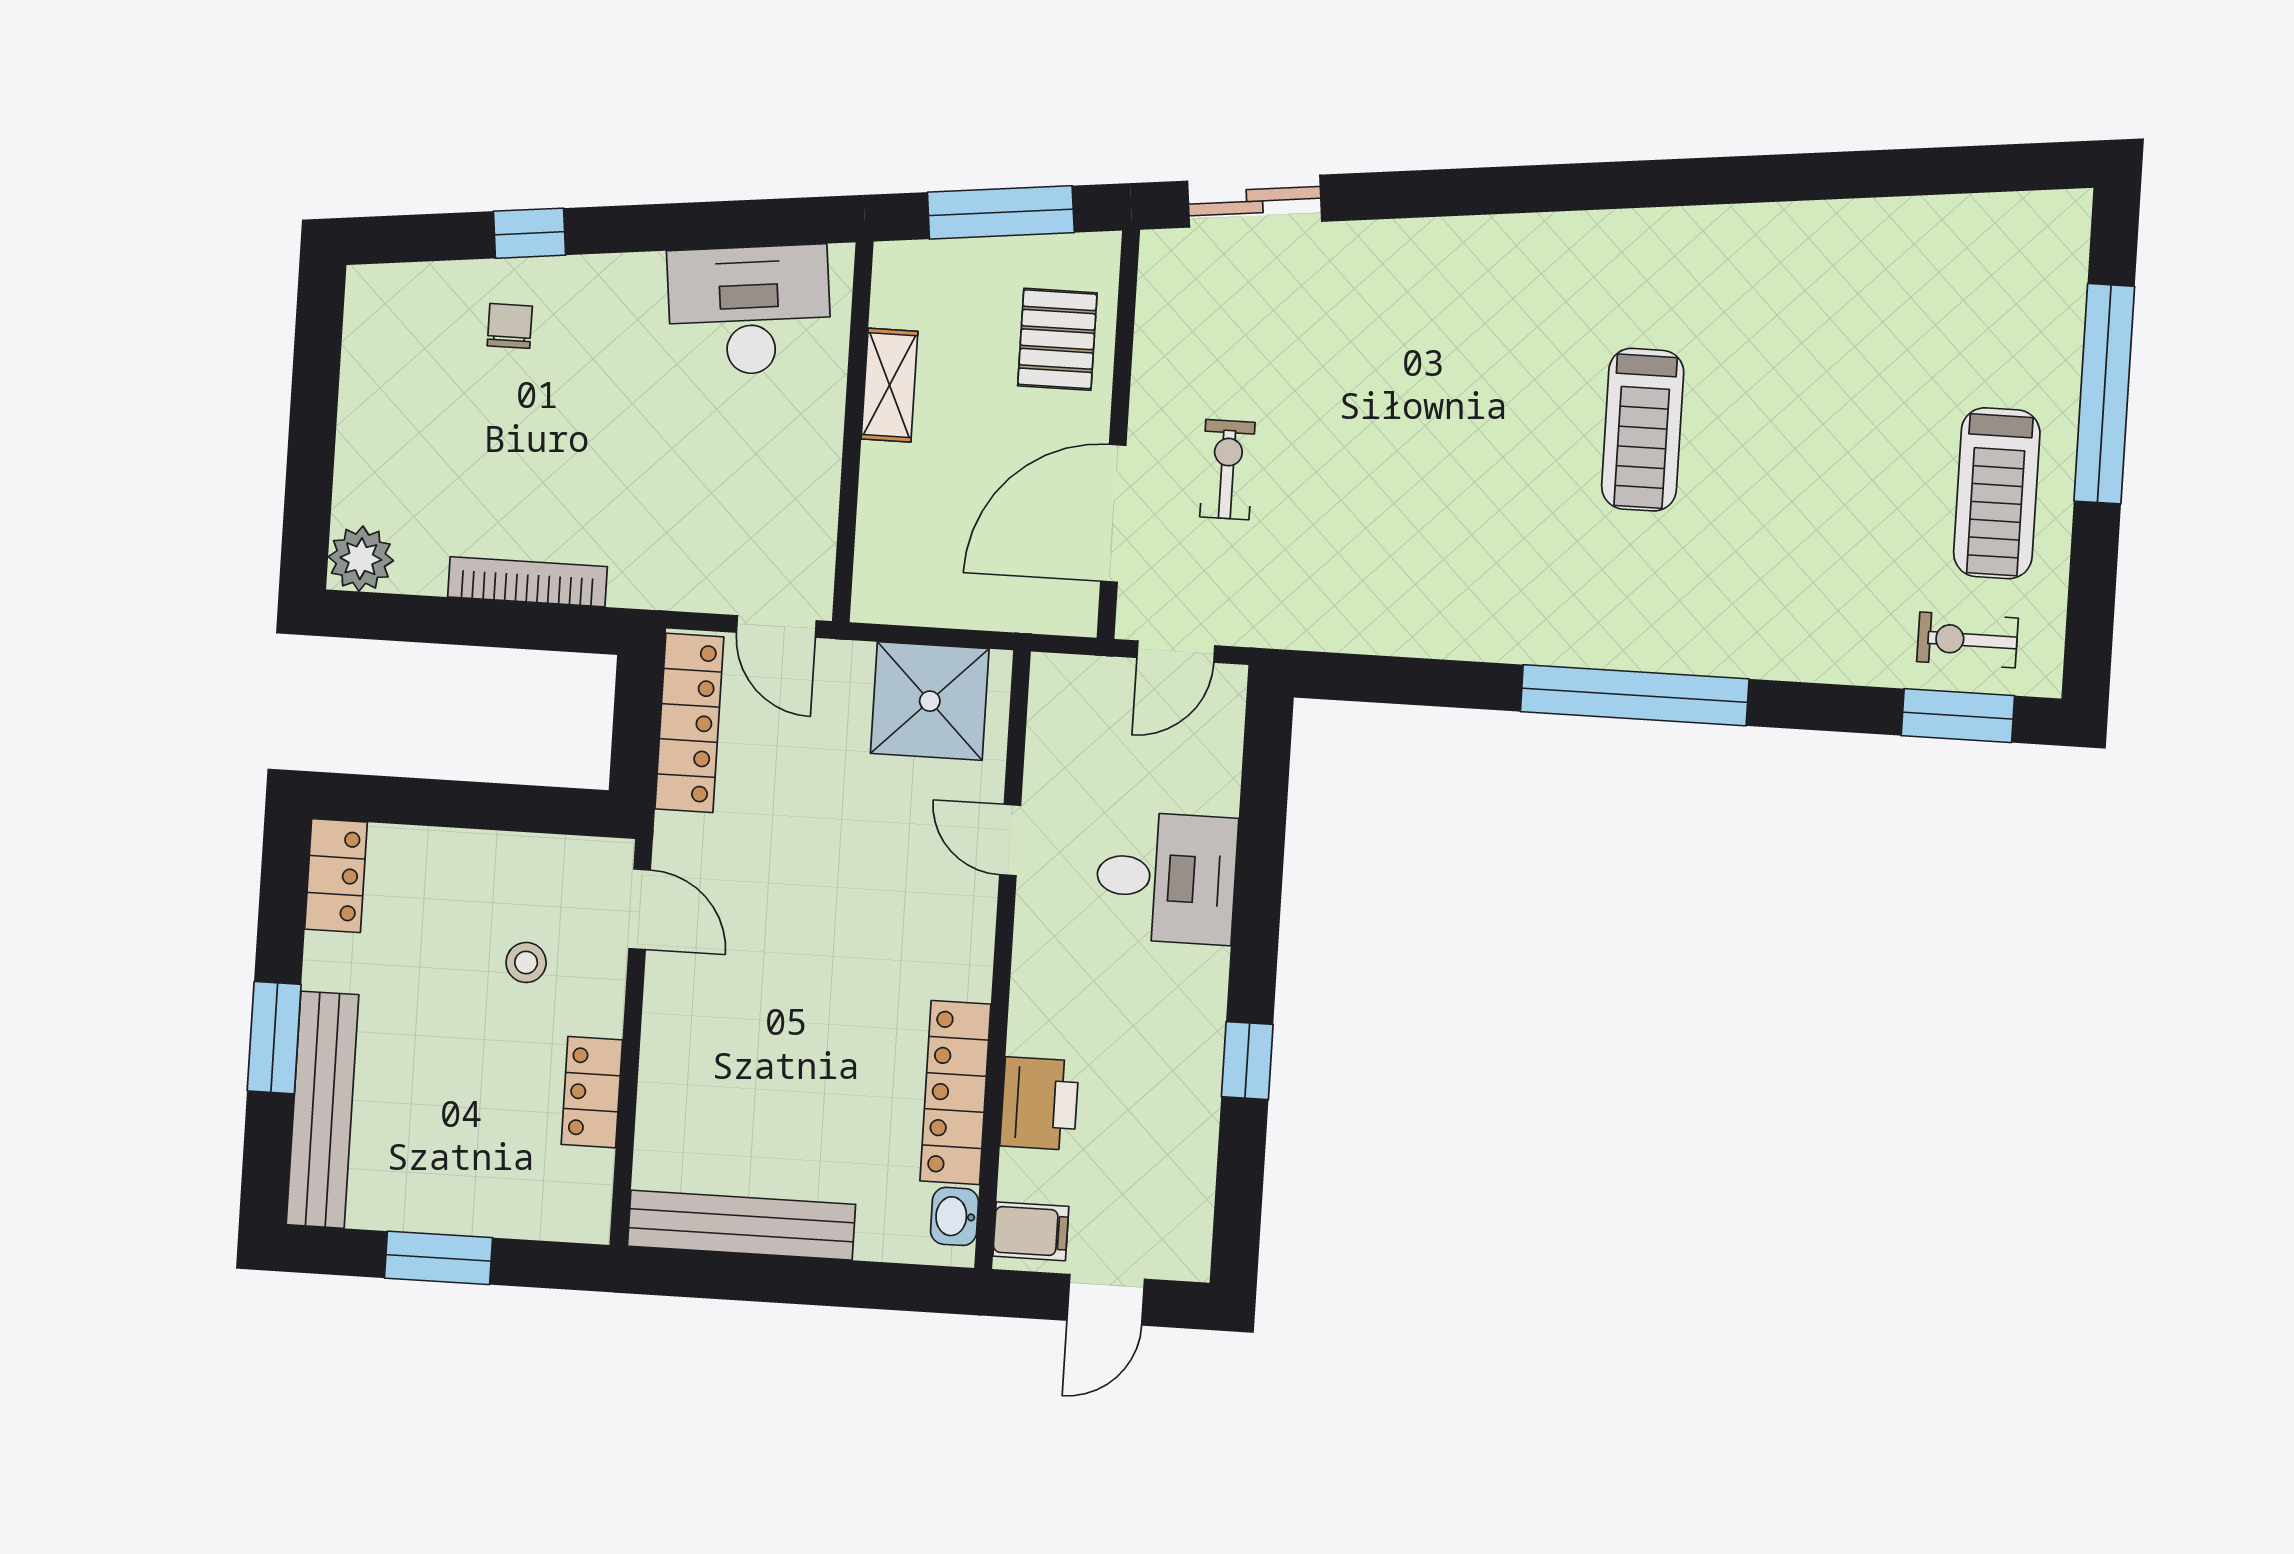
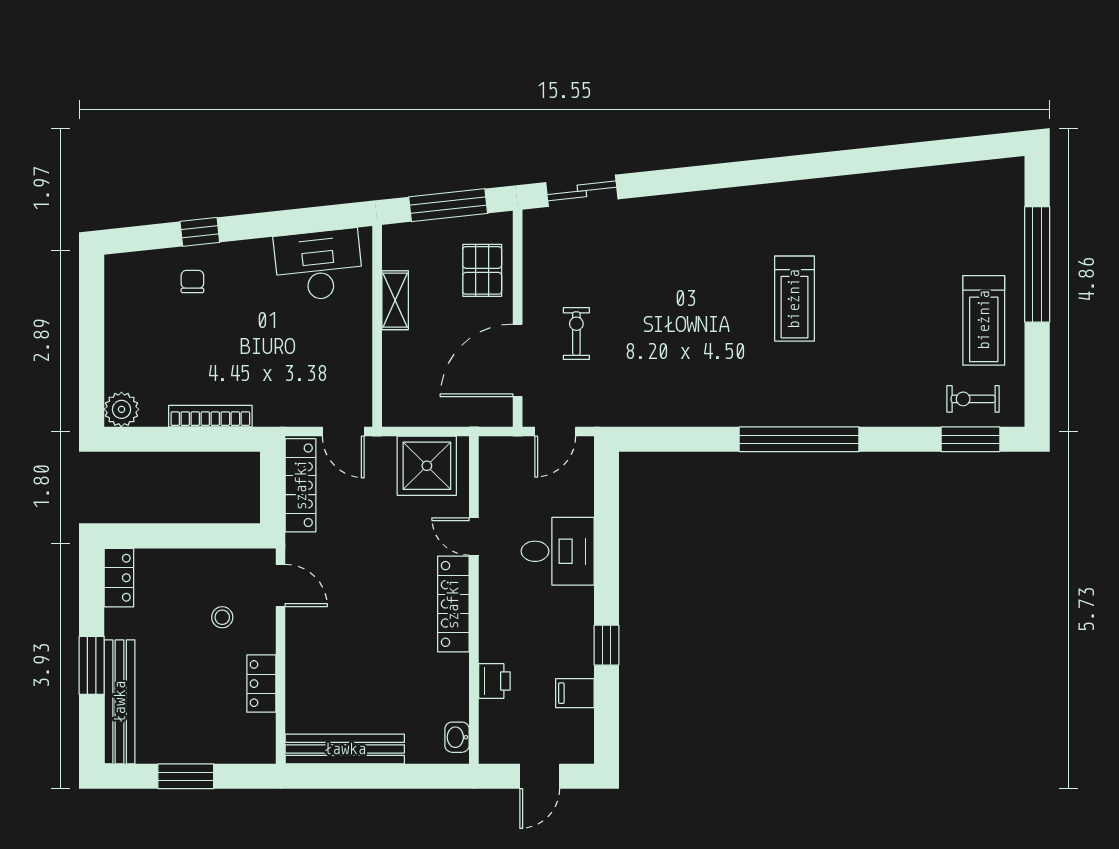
locker: (955, 1092) -> (453, 604), moved
printer: (1039, 1103) -> (494, 681), width x0.73, depth x0.81
filing cabinet: (1031, 1231) -> (575, 693), moved, turned 180

